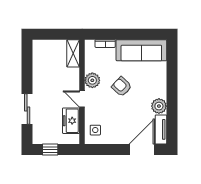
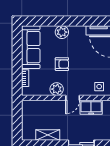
shelving: (73, 53) -> (48, 135), moved
armchair: (122, 87) -> (62, 64), turned -133
plant: (159, 106) -> (62, 32), moved

